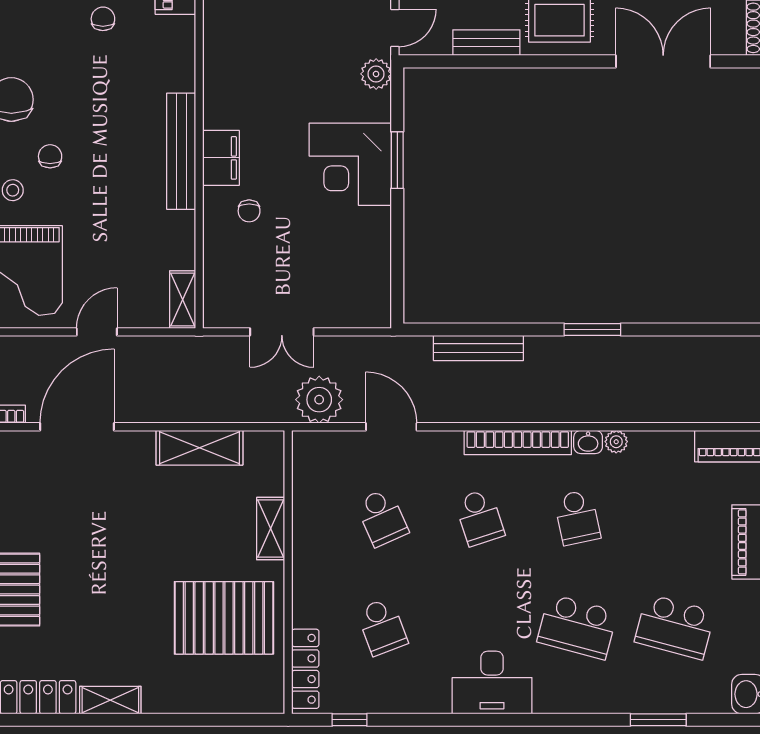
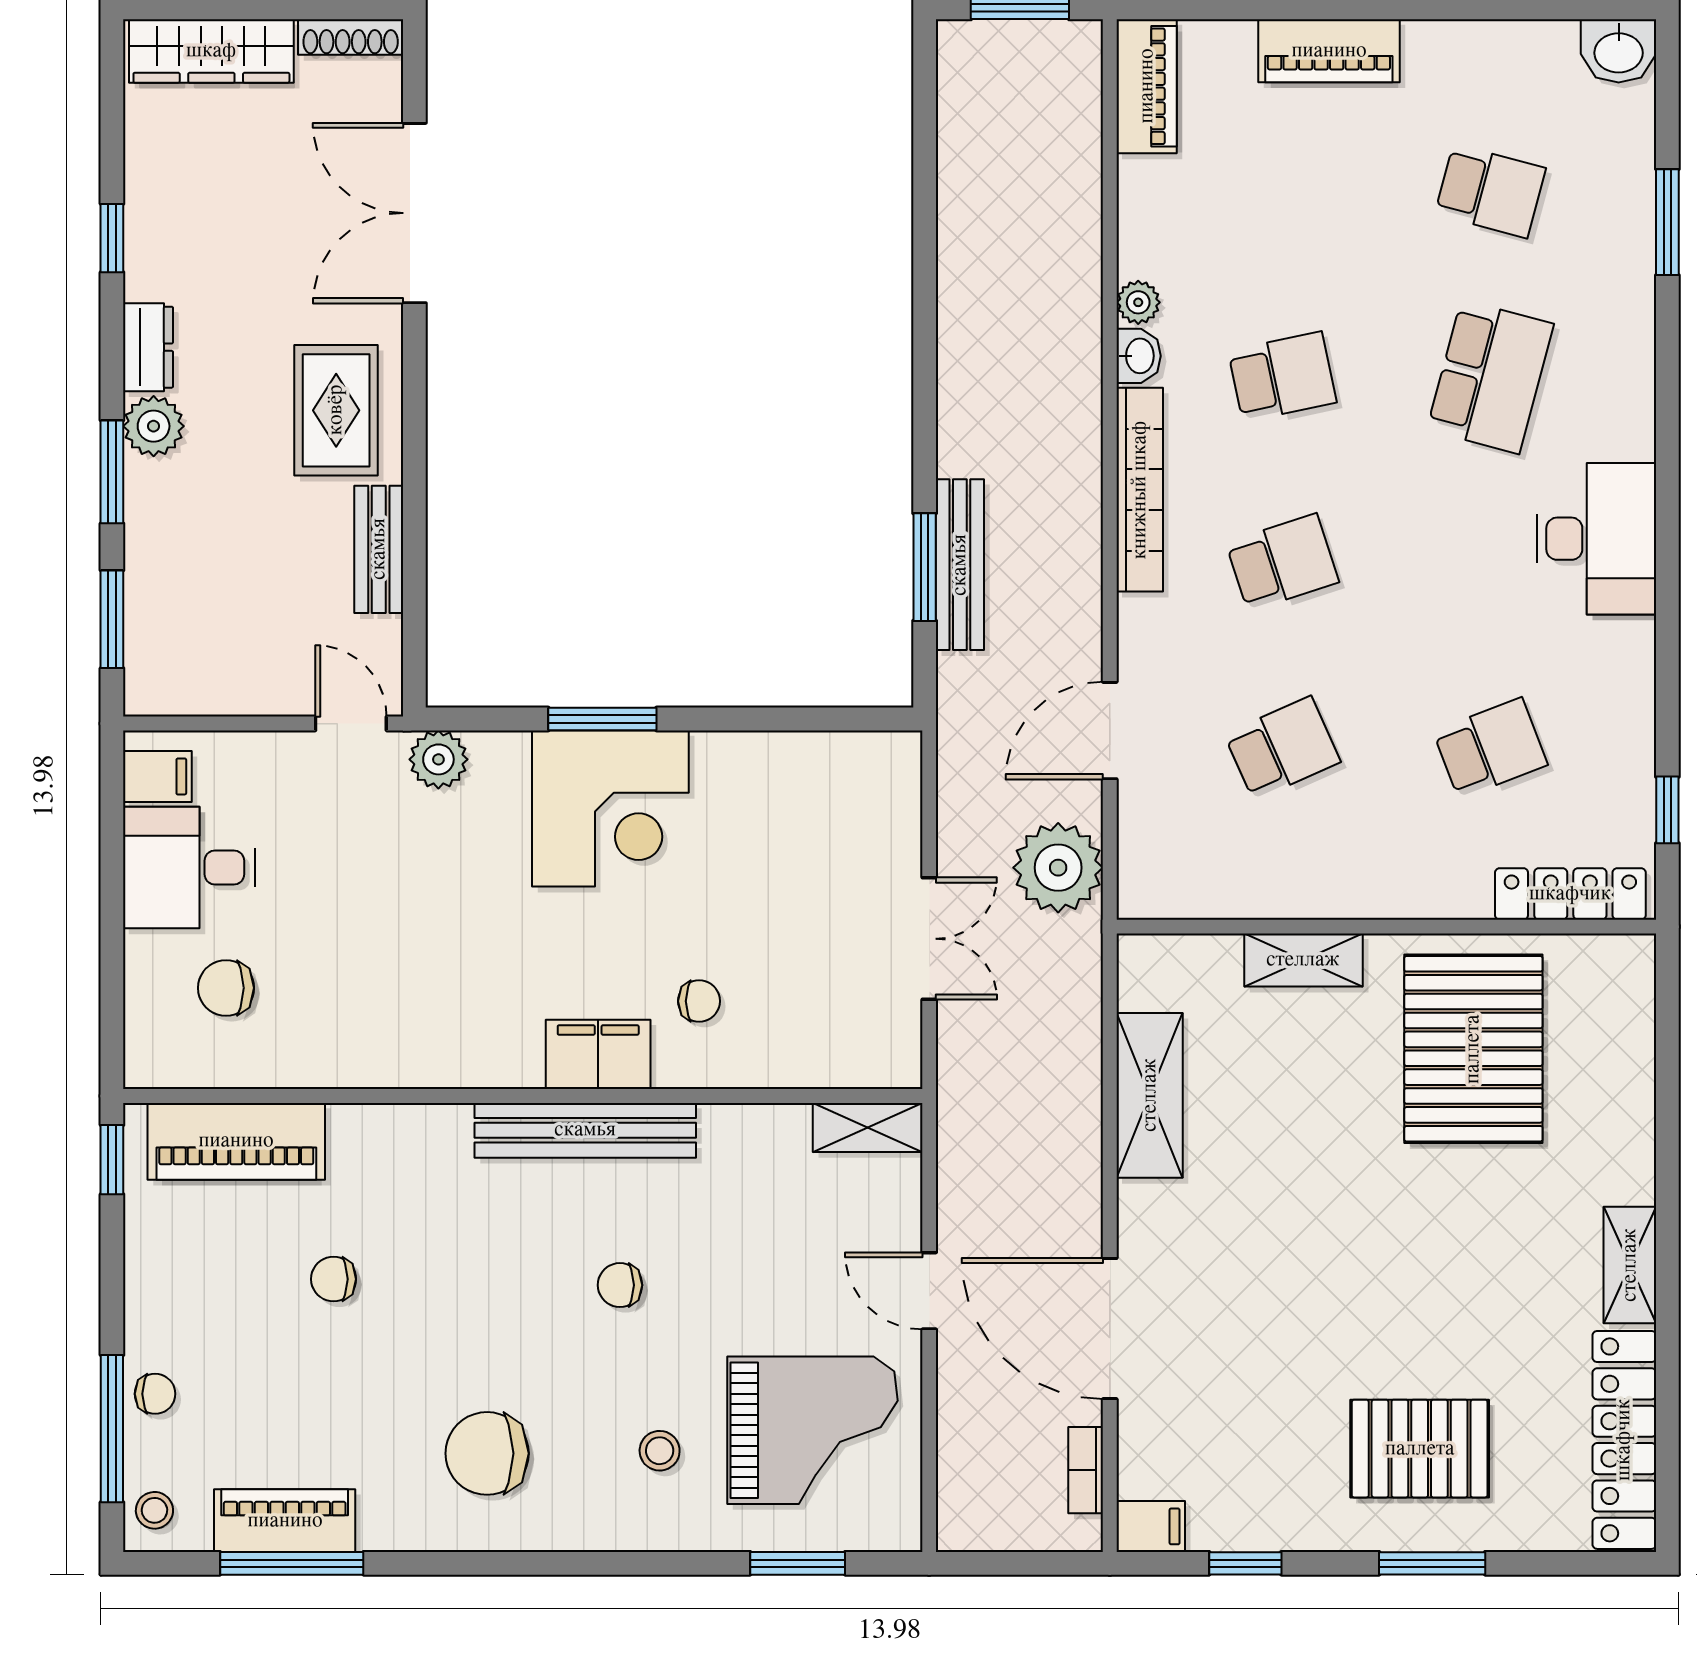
chair: (50, 156) -> (620, 1285), moved
window: (592, 329) -> (925, 567), moved
school desk: (675, 627) -> (1490, 191), width x0.54

